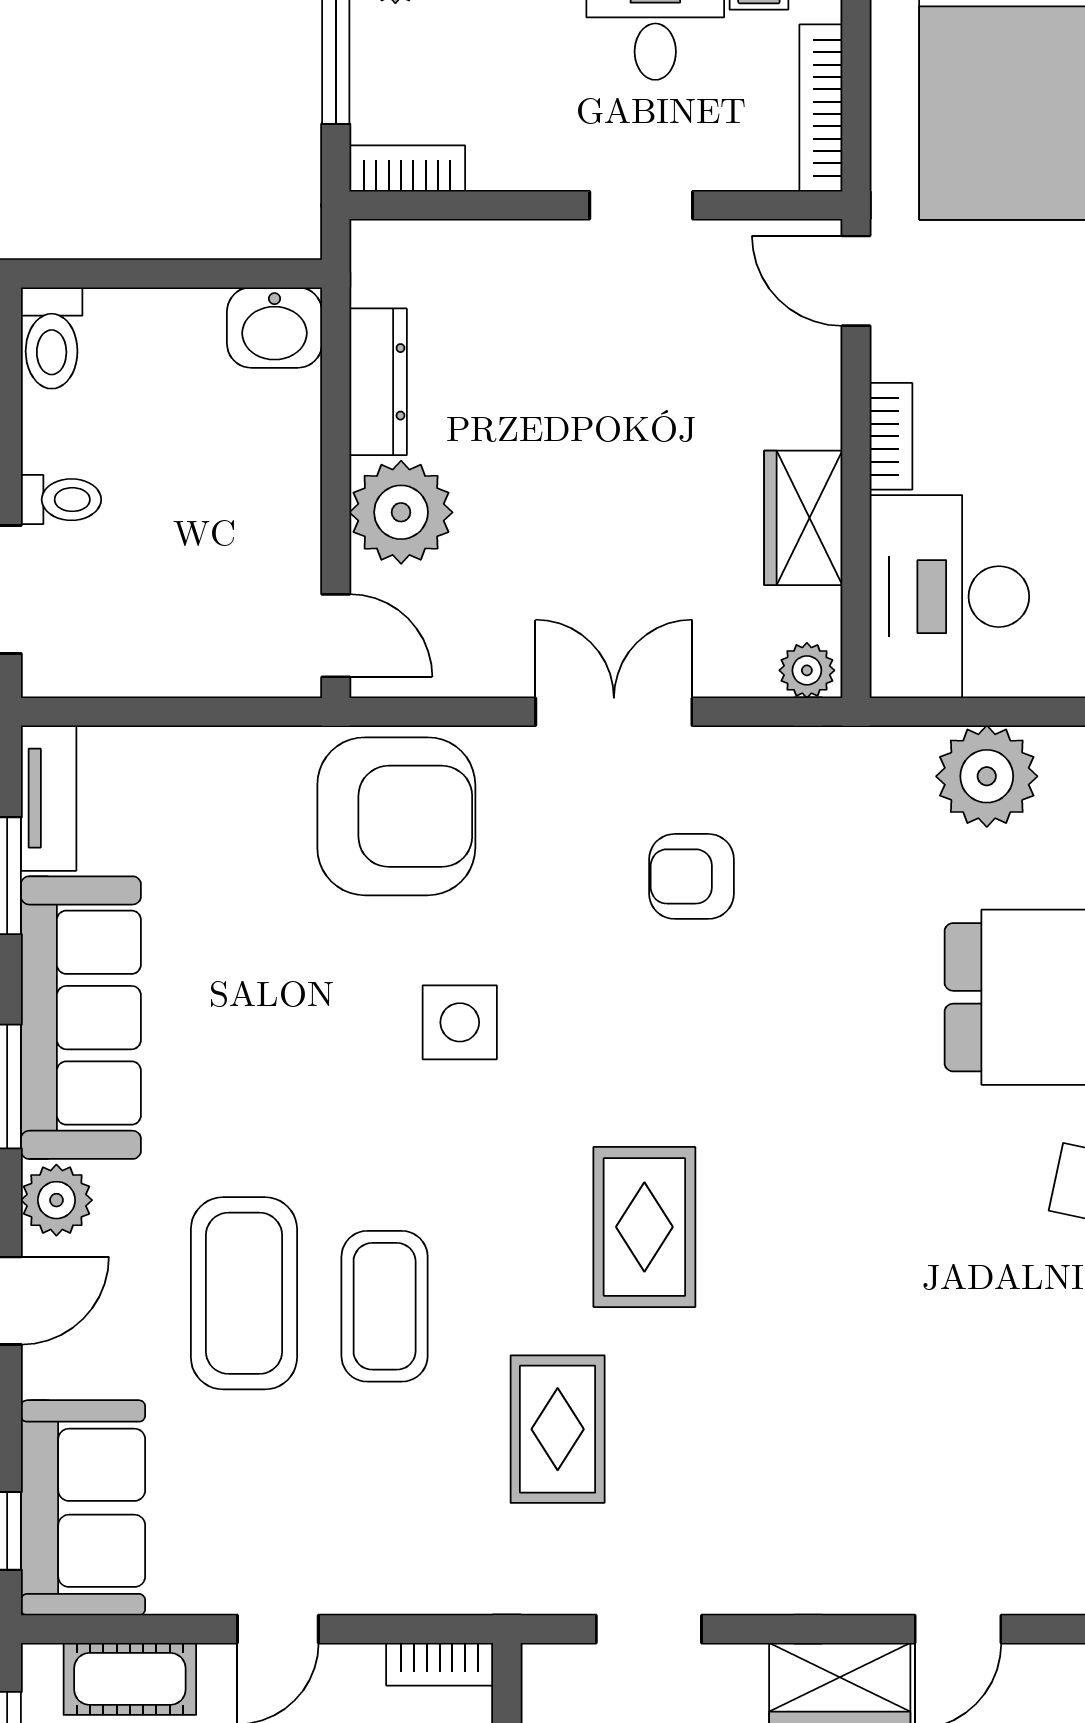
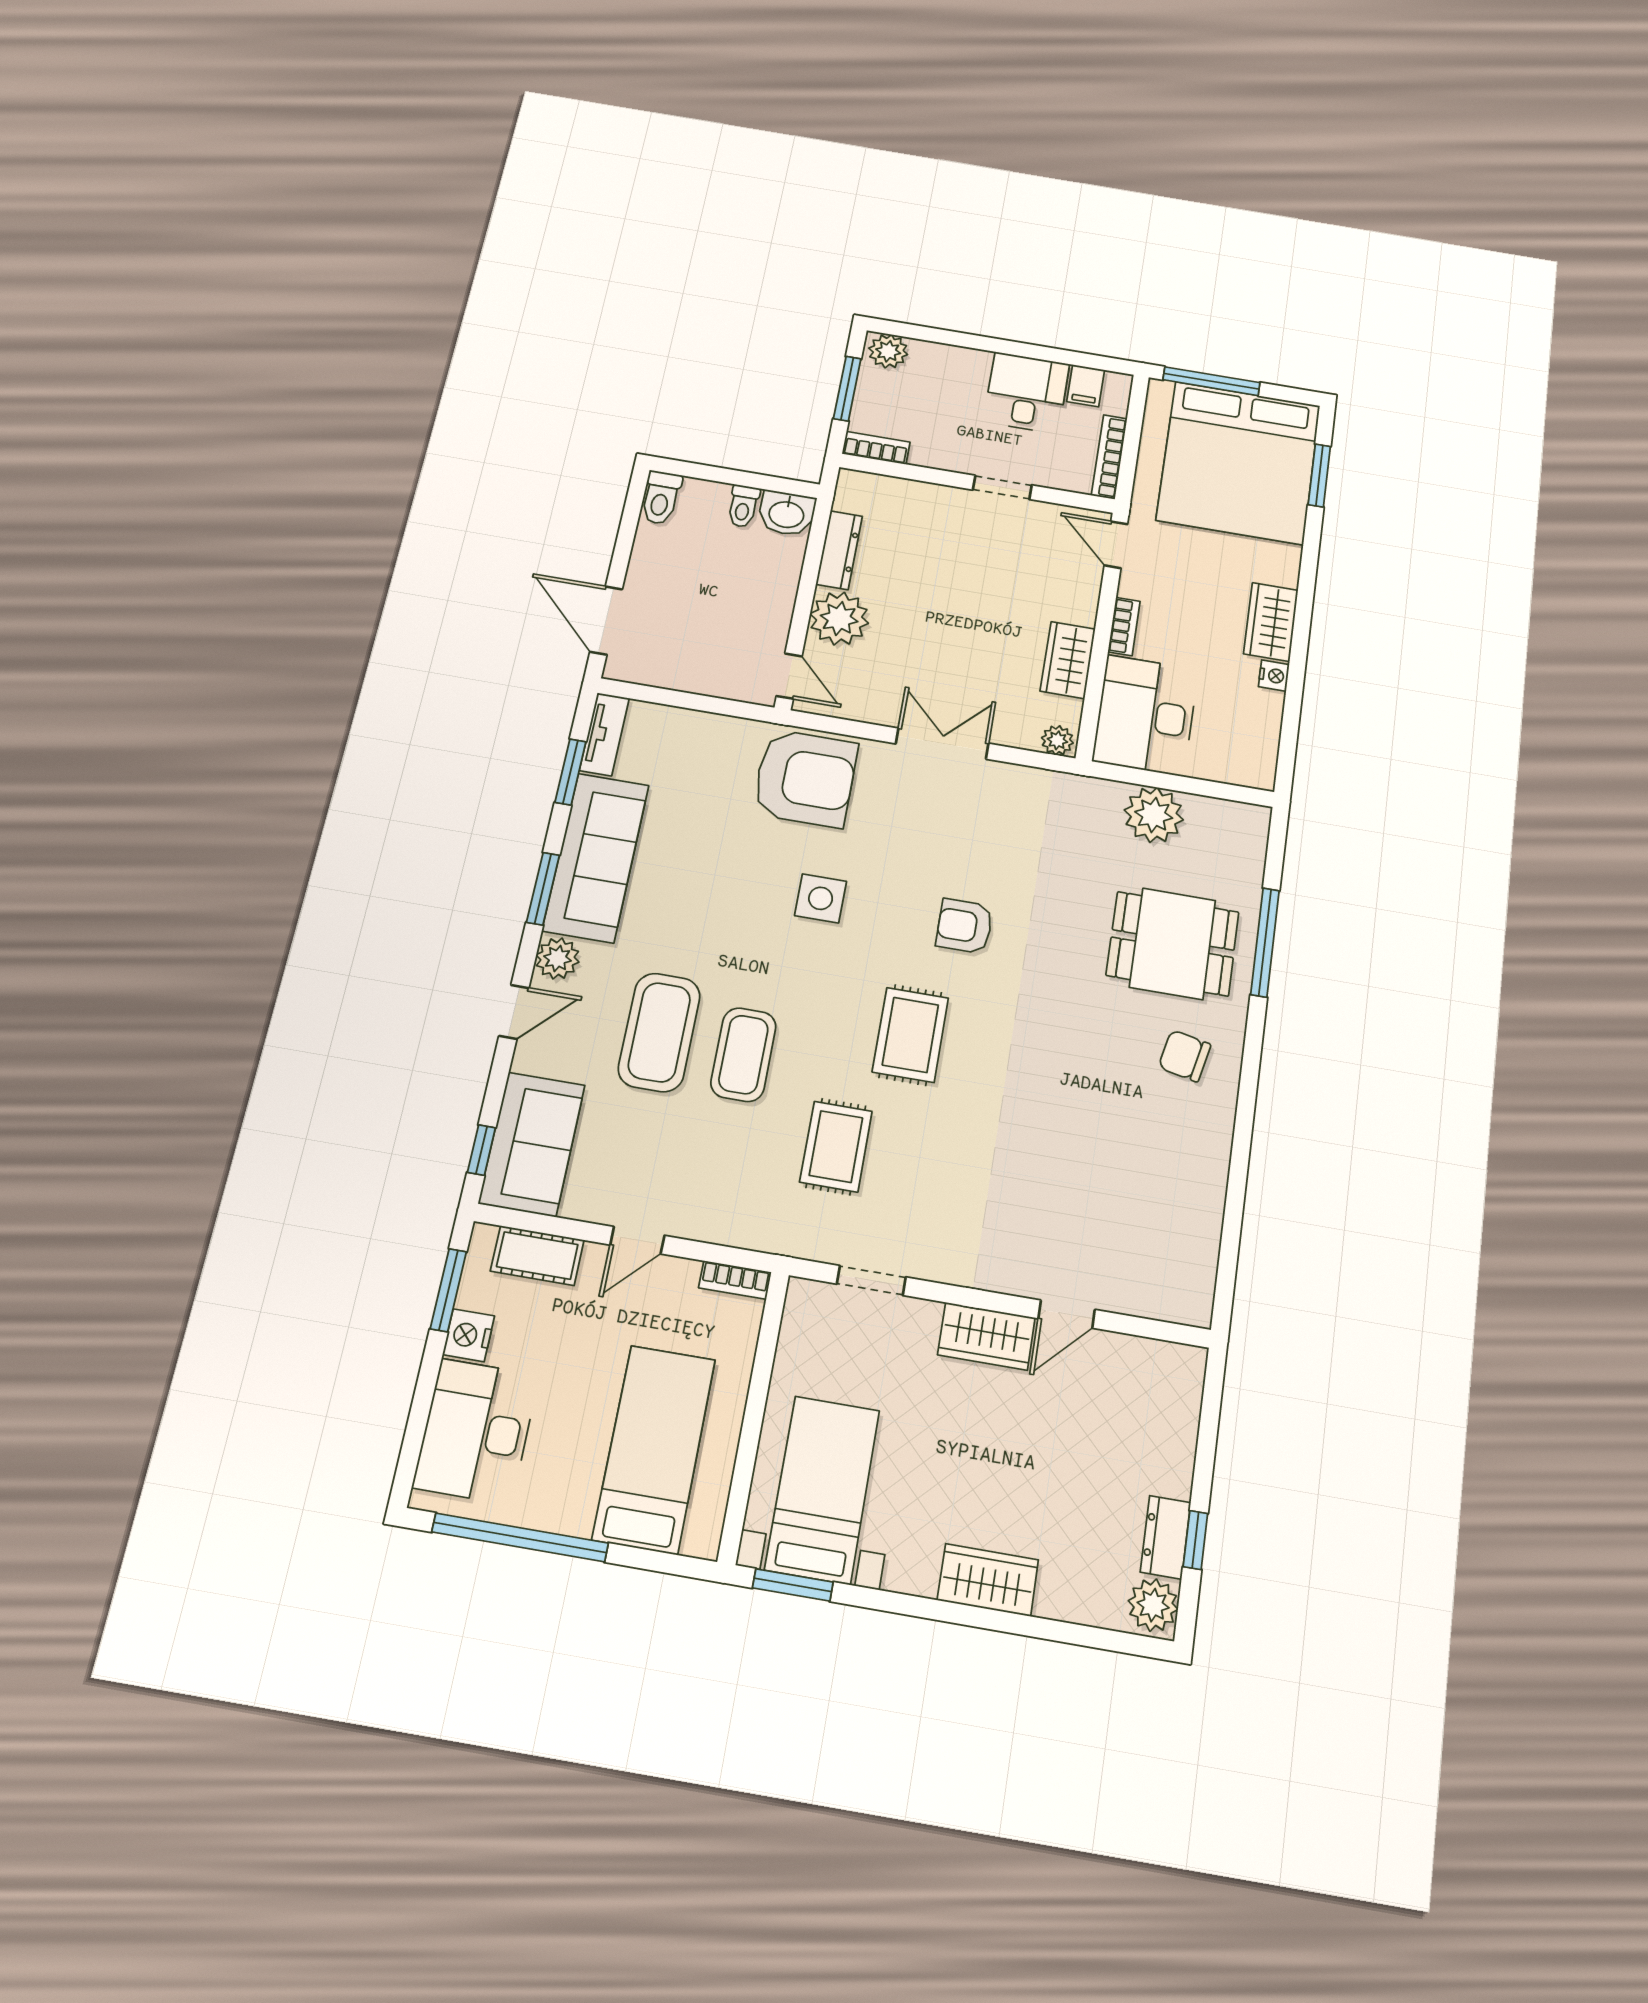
toilet: (61, 500) -> (743, 506), moved, turned 90
armchair: (691, 876) -> (964, 926), moved

